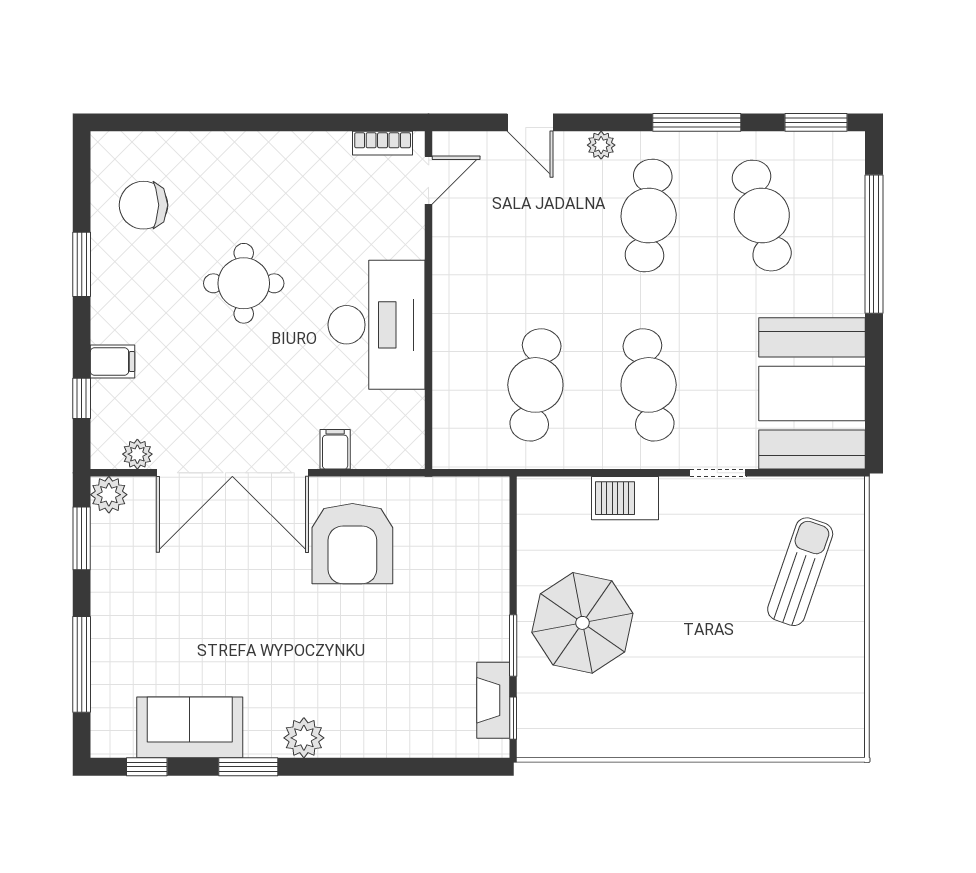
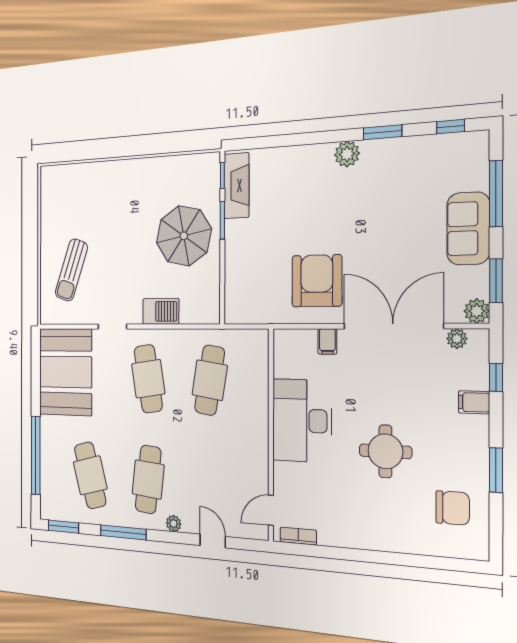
fireplace: (493, 700) -> (237, 186), width x1.37, depth x1.32
sofa: (190, 727) -> (468, 228), moved, turned 90

